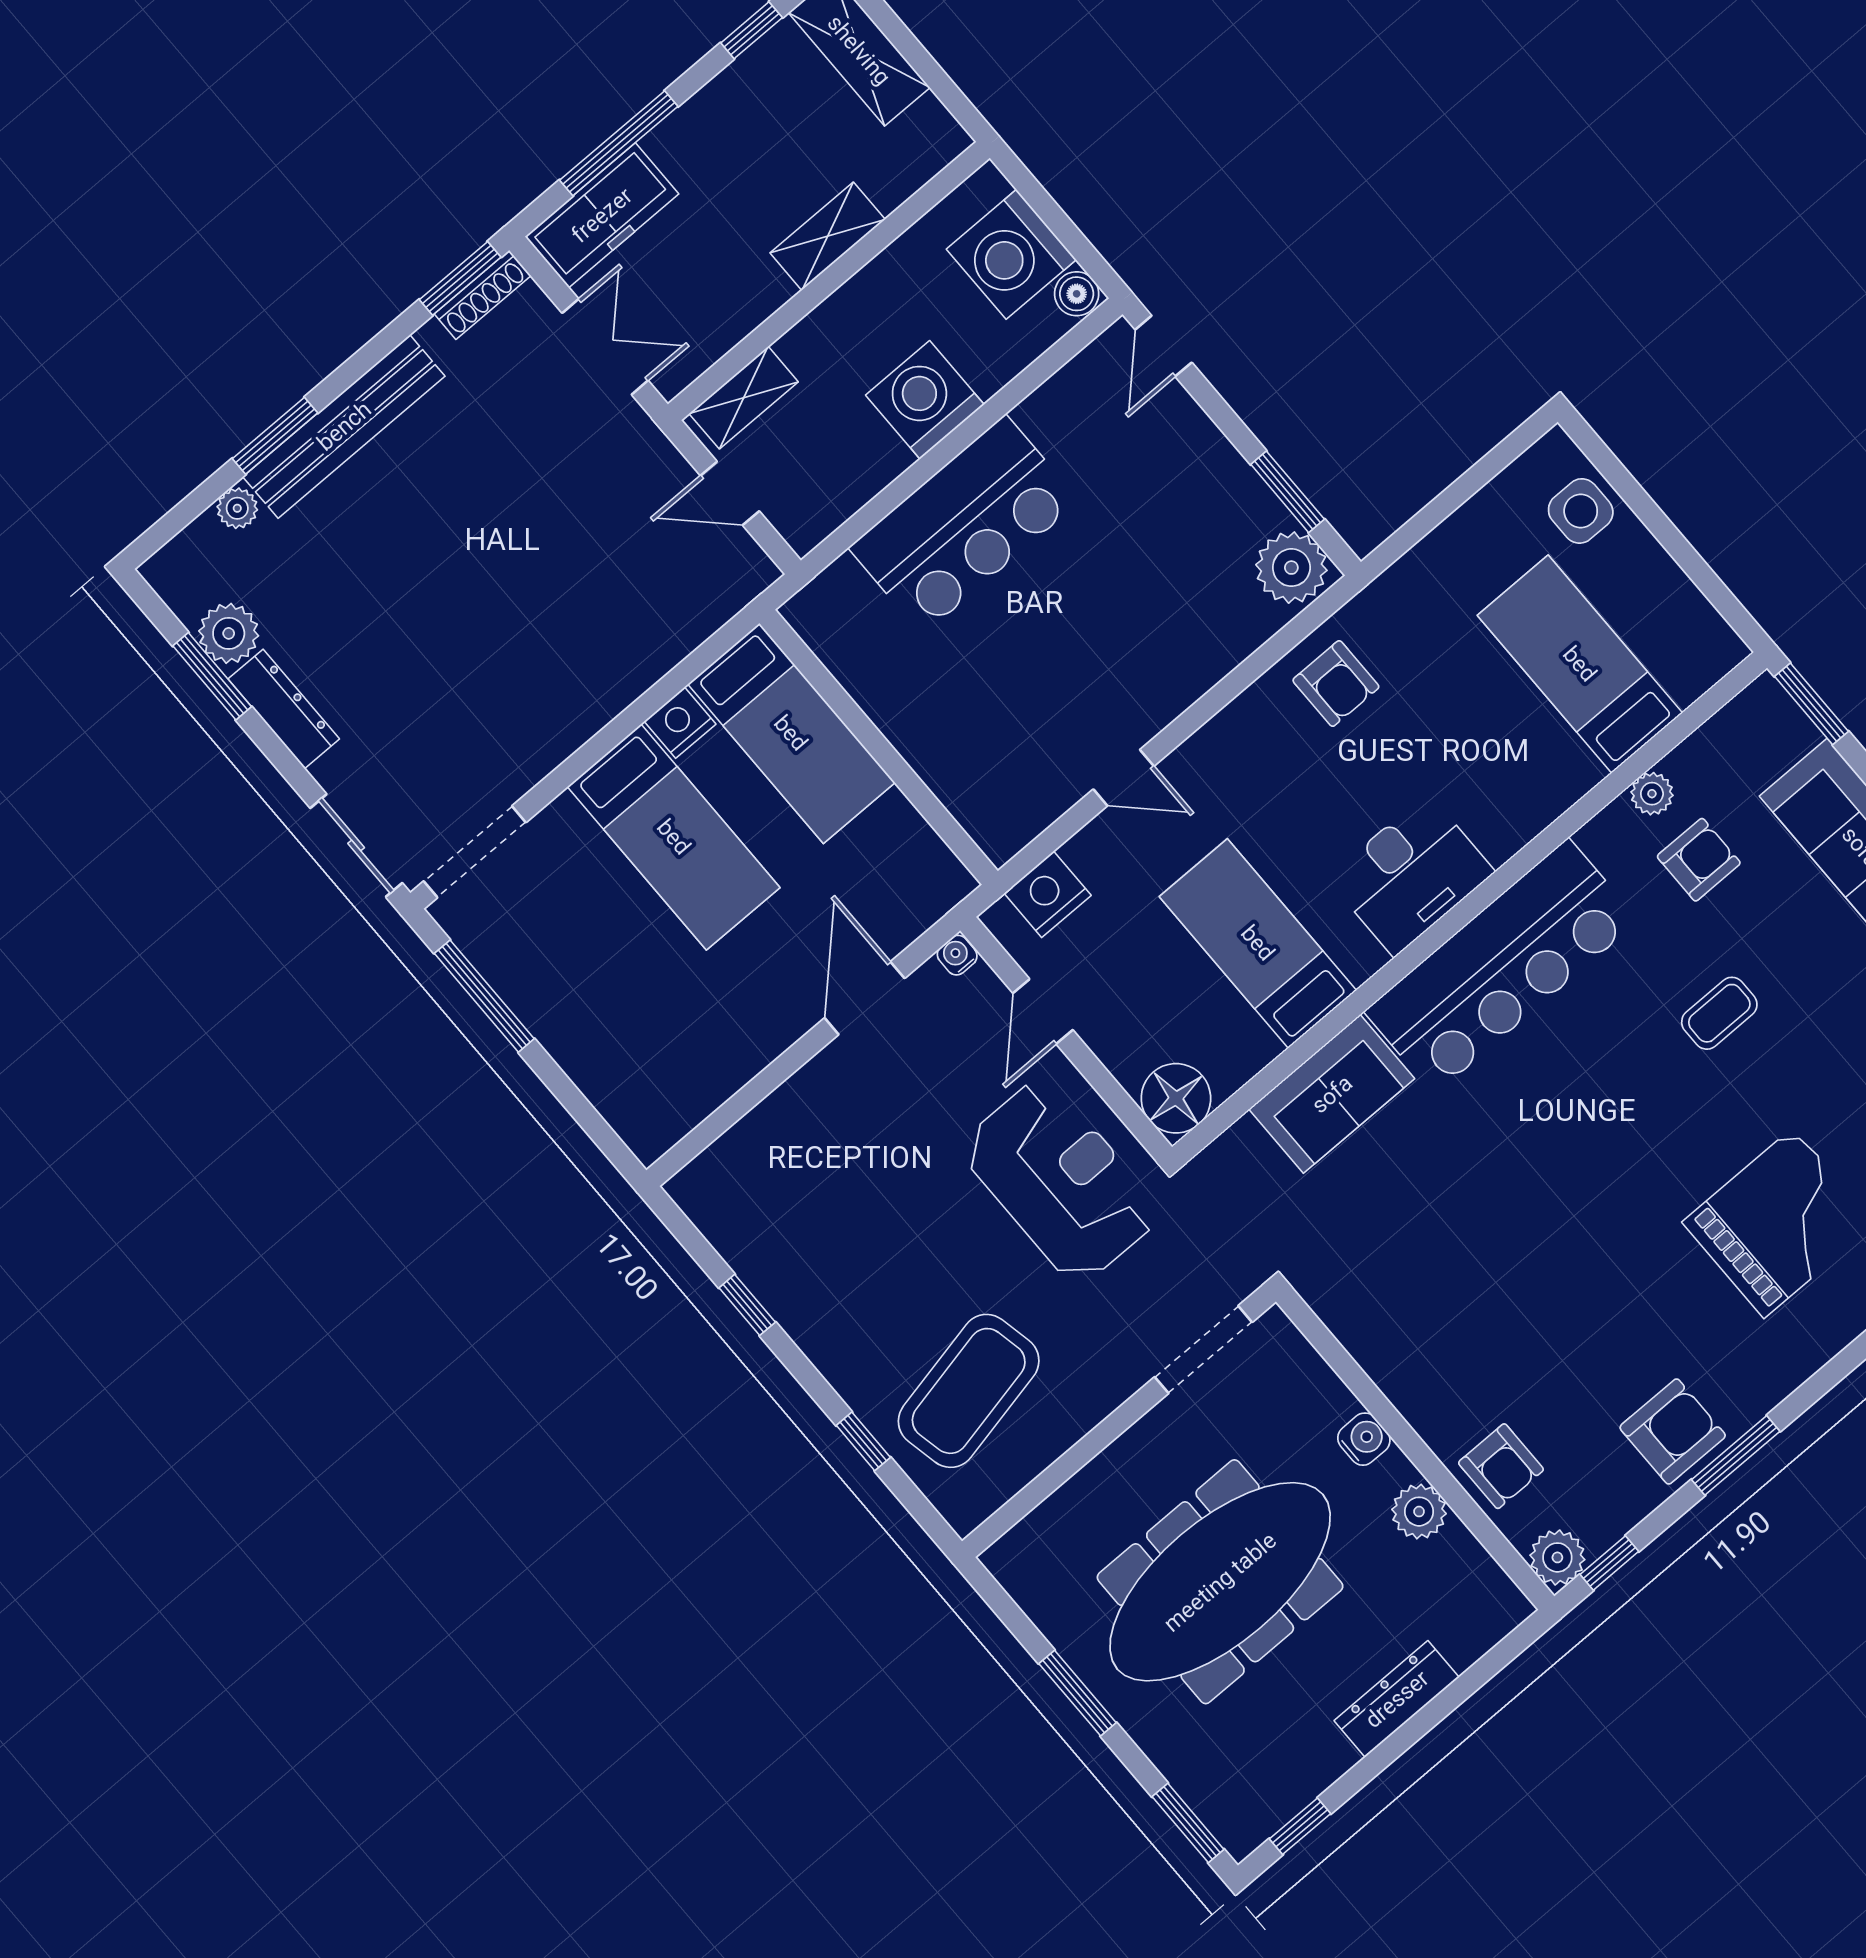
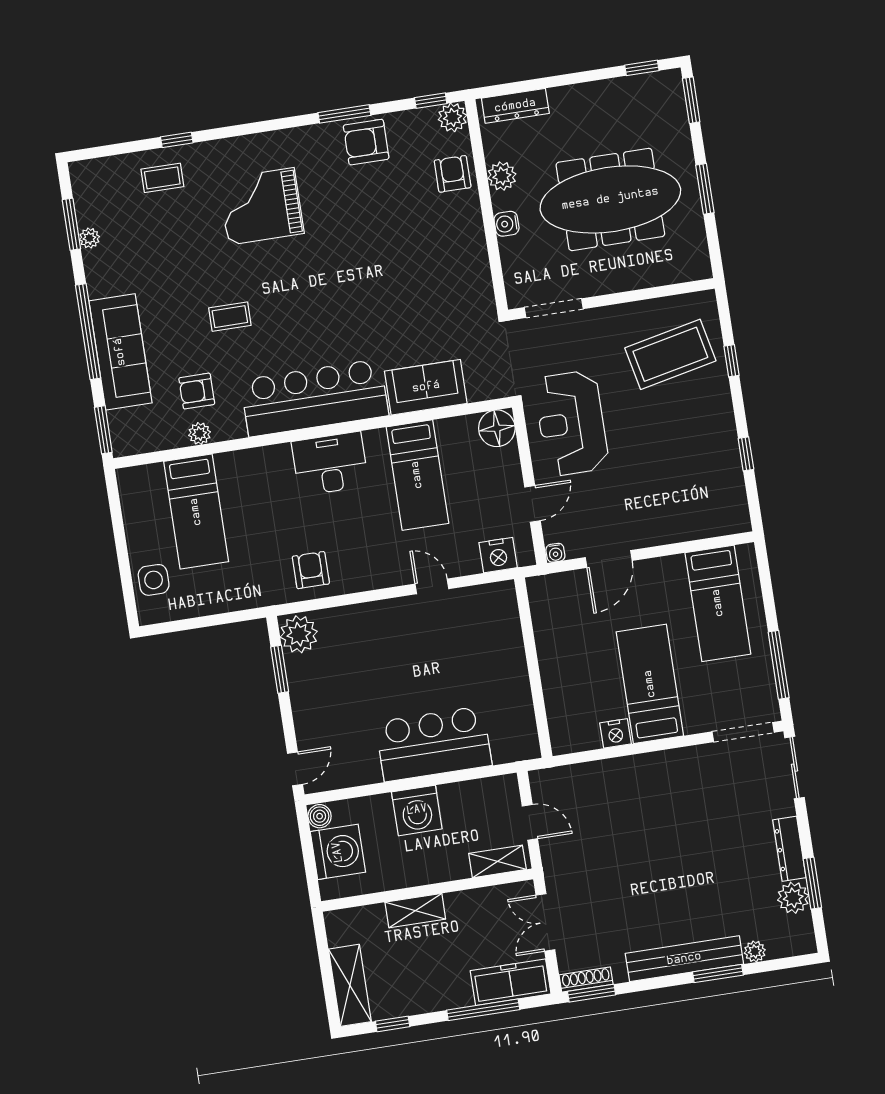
bed: (791, 733) -> (718, 603), moved, turned 180
dresser: (1397, 1699) -> (515, 106), moved

